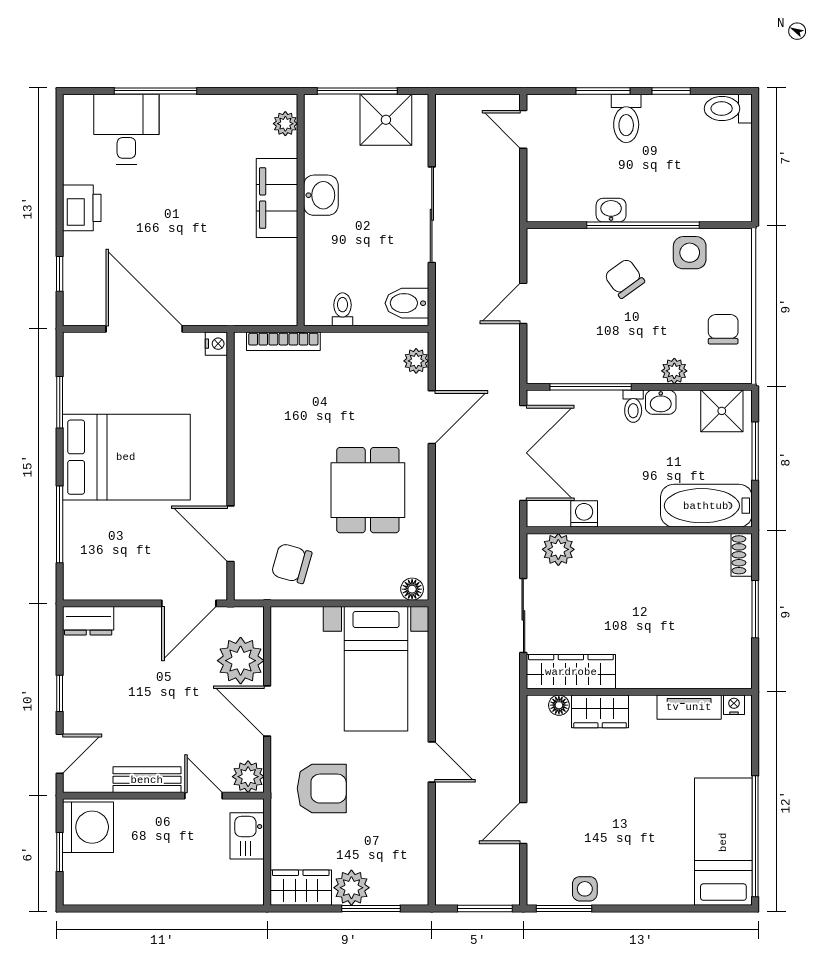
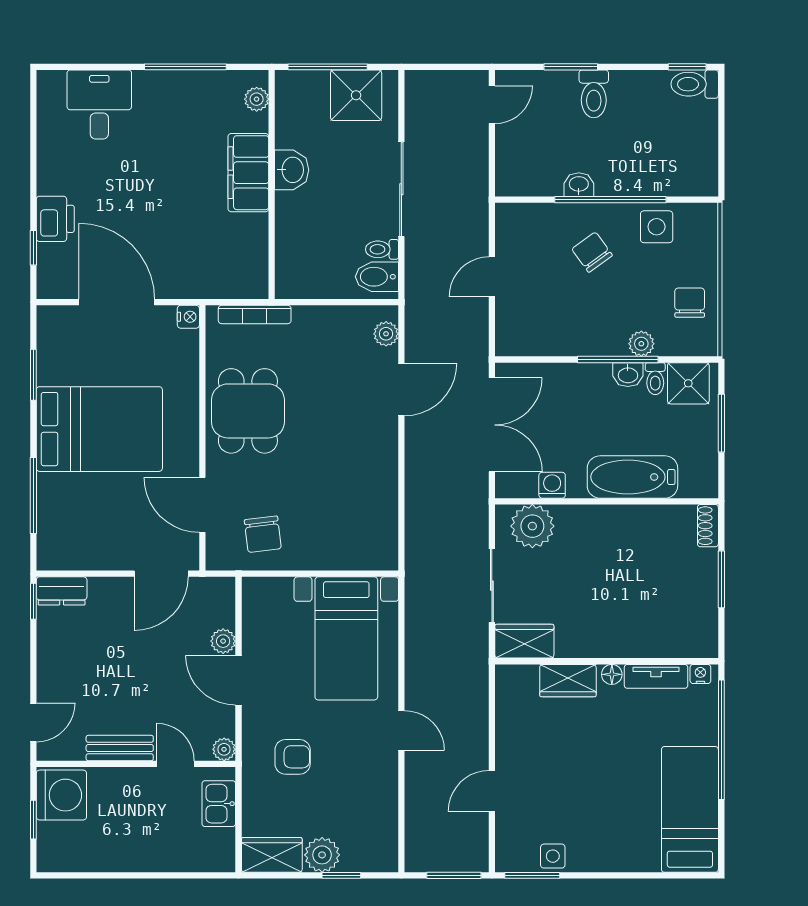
window: (156, 91) -> (185, 67), moved
window: (671, 91) -> (687, 67), moved
door: (523, 129) -> (492, 105), swing flipped
printer: (82, 208) -> (55, 219), moved
toilet: (343, 309) -> (382, 249), moved, turned -90
window: (591, 387) -> (618, 359), moved
toilet: (633, 406) -> (655, 379), moved
dining table: (368, 490) -> (248, 411), moved
bathtub: (706, 506) -> (632, 477), moved
plant: (558, 549) -> (532, 526), width x1.36, depth x1.36
chair: (292, 563) -> (263, 534), turned -113
floor lamp: (412, 589) -> (382, 560), removed
plant: (241, 661) -> (223, 641), width x0.53, depth x0.53
wardrobe: (571, 672) -> (524, 641), width x0.67
window: (60, 693) -> (33, 601), moved
floor lamp: (559, 705) -> (612, 674), moved
plant: (248, 777) -> (224, 749), width x0.73, depth x0.73
armchair: (322, 789) -> (293, 757), width x0.72, depth x0.72
window: (755, 836) -> (721, 740), moved
window: (371, 908) -> (341, 875), width x0.67

